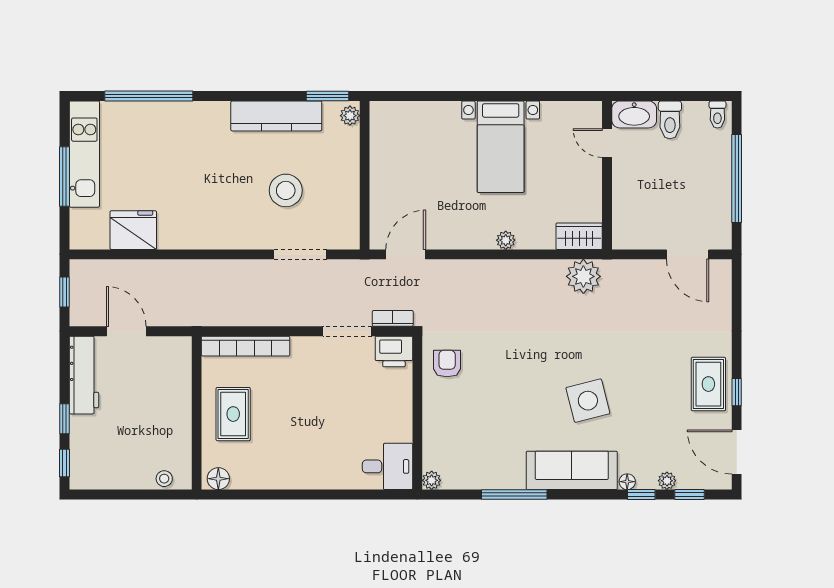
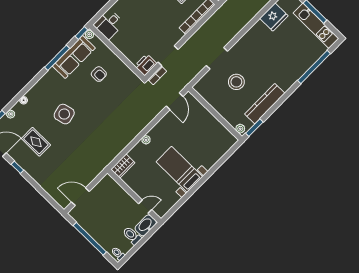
doorway: (300, 254) -> (217, 58), moved
plant: (583, 276) -> (108, 154), removed
armchair: (447, 364) -> (99, 74), moved
rug: (708, 384) -> (36, 142), moved
sofa: (572, 470) -> (74, 57), moved
window: (641, 494) -> (81, 33), moved

